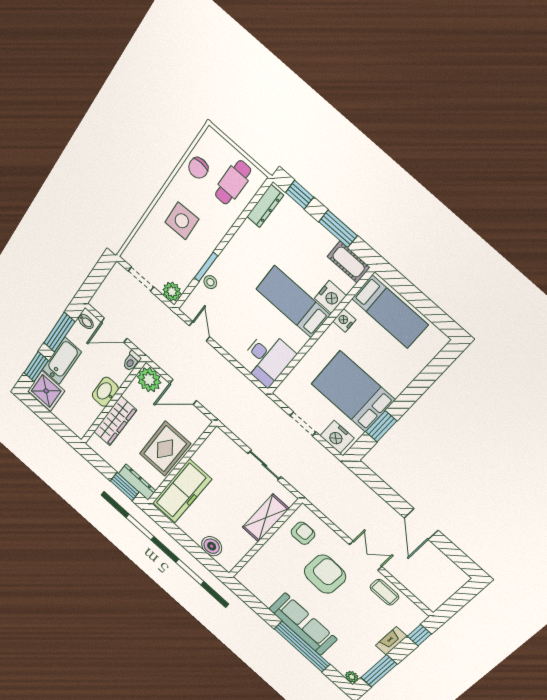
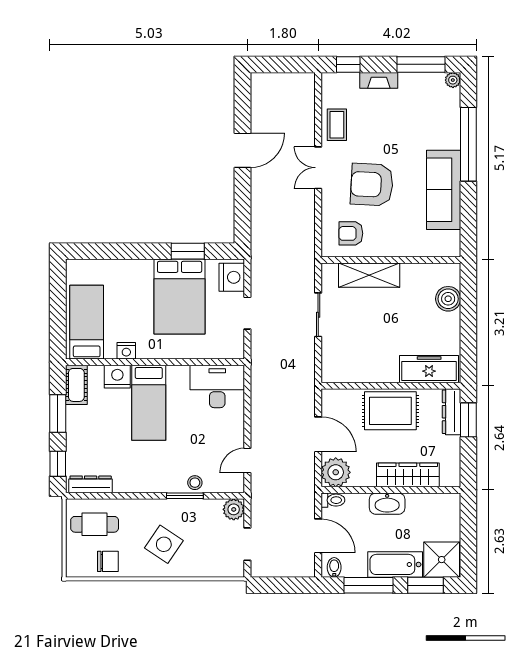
side table: (182, 221) -> (164, 544), turned 36
freezer: (182, 491) -> (429, 369), width x0.73, depth x0.79
sofa: (303, 624) -> (444, 190), moved

